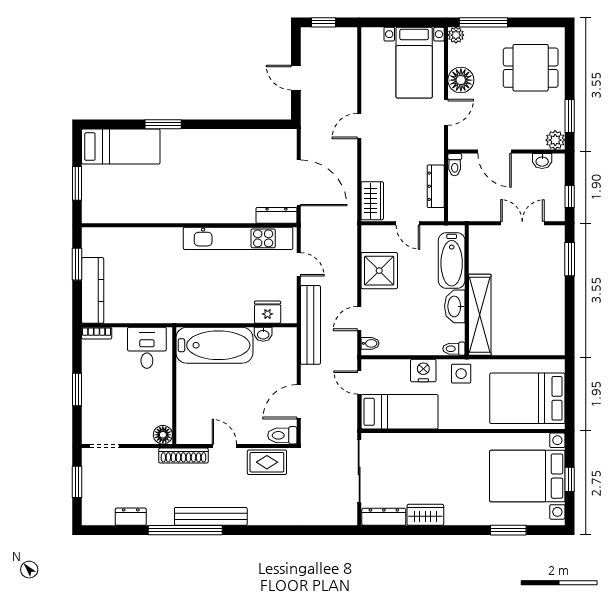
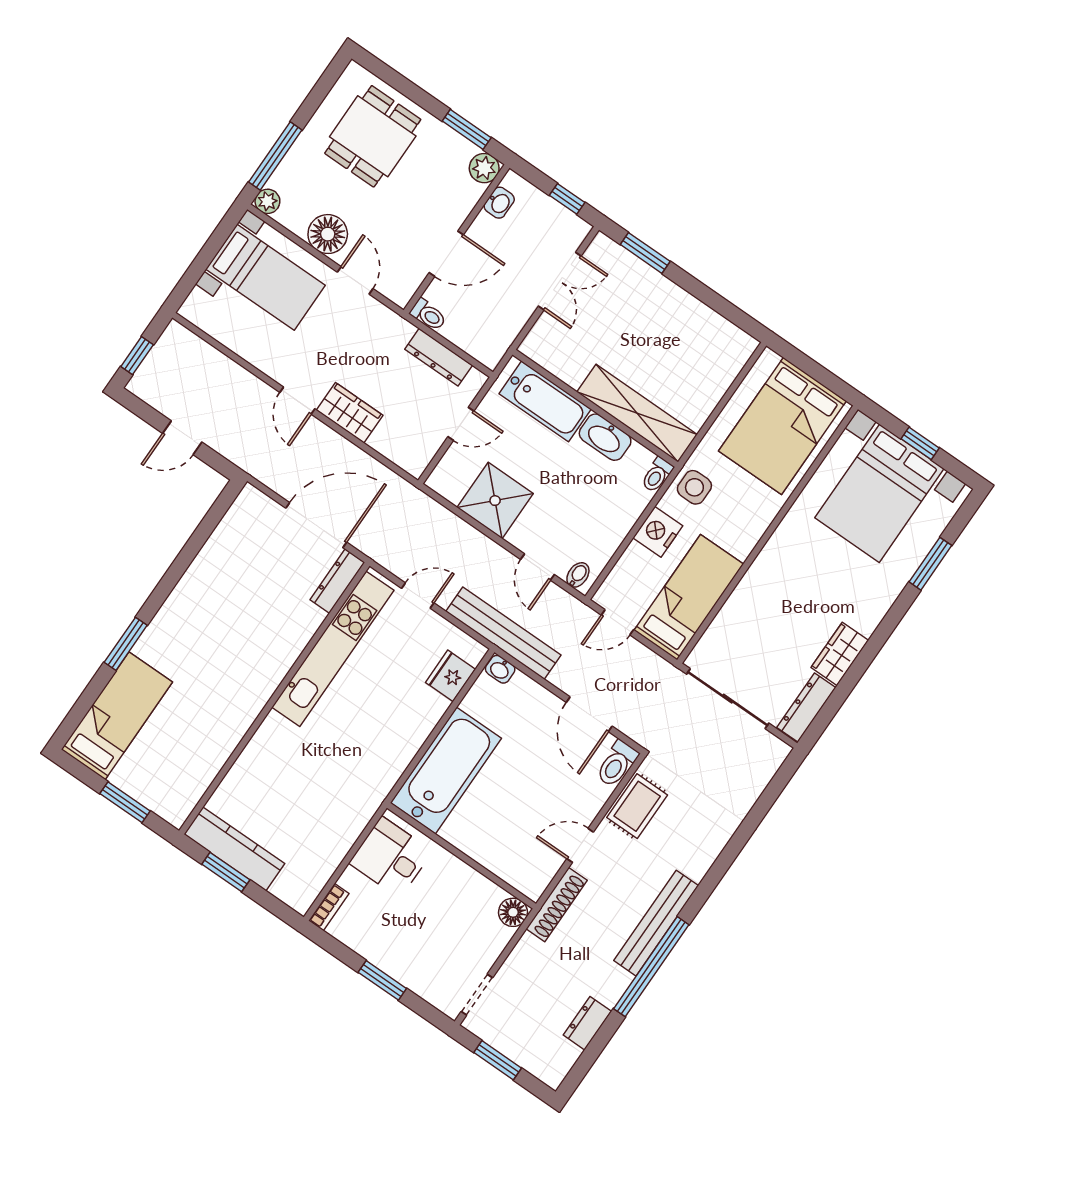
wardrobe: (372, 201) -> (350, 413), moved
double door: (522, 223) -> (560, 281), swing flipped
kitchen counter: (93, 290) -> (234, 849), moved
washbasin: (263, 334) -> (500, 669), moved, turned 90

